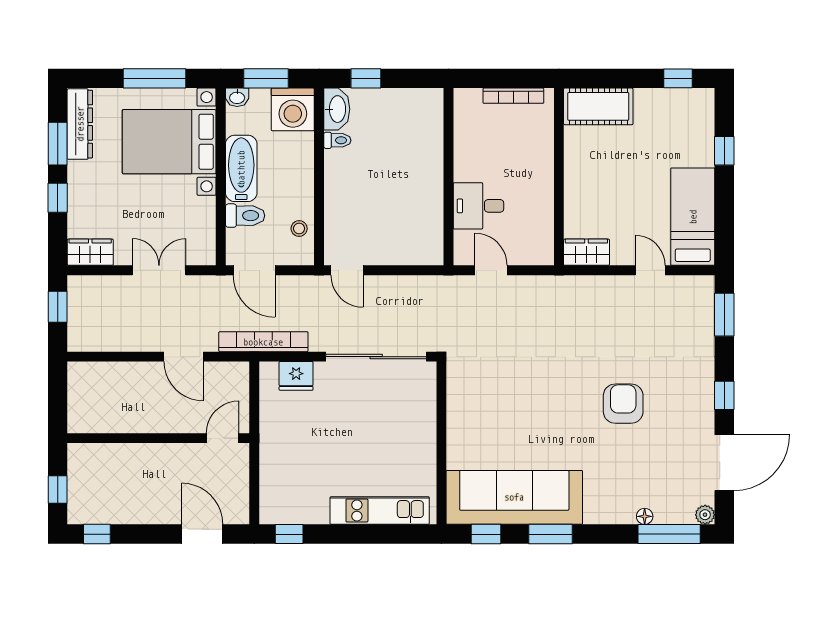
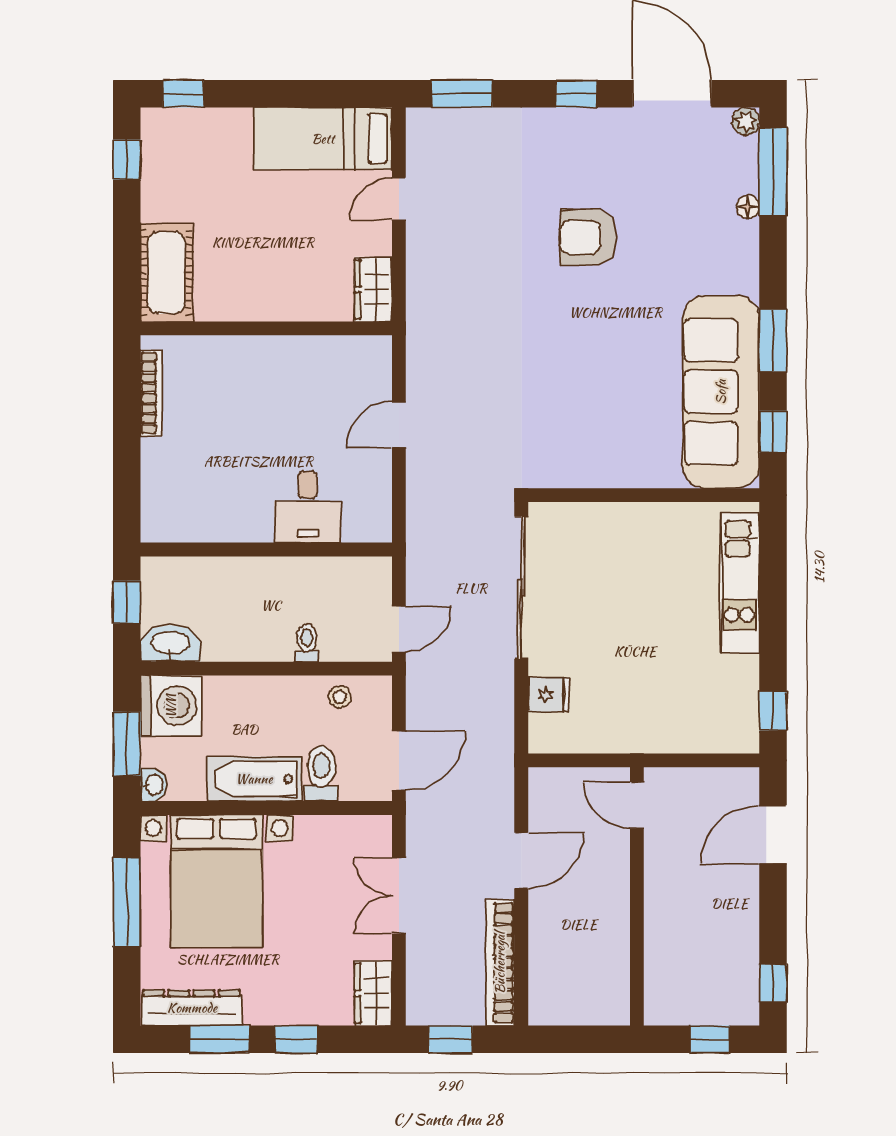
toilet: (337, 140) -> (307, 643), moved
window: (724, 151) -> (183, 94), moved
wall: (449, 177) -> (266, 550), moved
desk: (479, 206) -> (308, 507), moved
bookcase: (263, 342) -> (500, 963), moved
fridge: (296, 376) -> (549, 695), width x0.72

